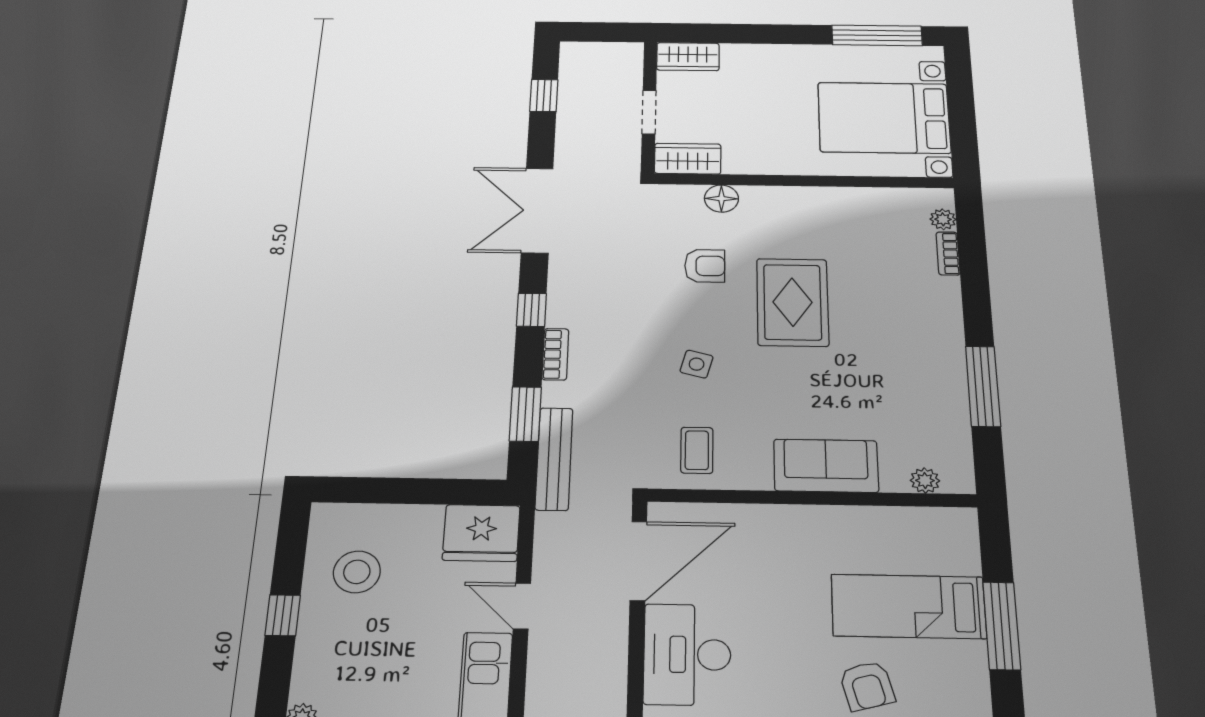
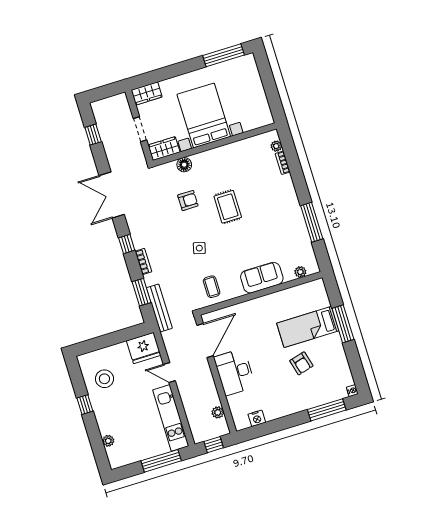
bed with nightstands: (884, 118) -> (204, 115), moved, turned 90
rug: (792, 302) -> (228, 207), width x0.73, depth x0.70

